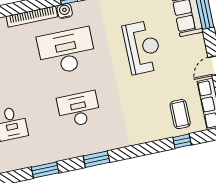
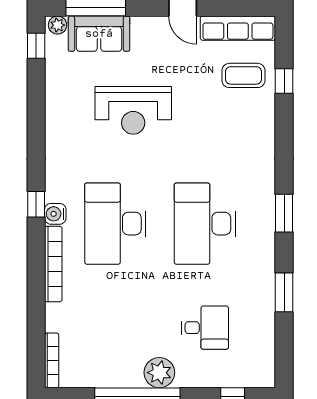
reception desk: (142, 47) -> (133, 110), turned 180
desk: (79, 109) -> (205, 224), width x1.36, depth x1.30

